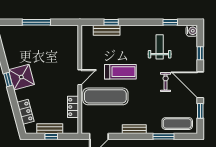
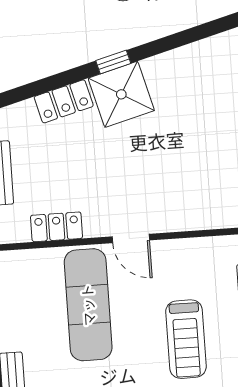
treadmill: (120, 72) -> (186, 339), moved
locker: (26, 112) -> (64, 101), moved

